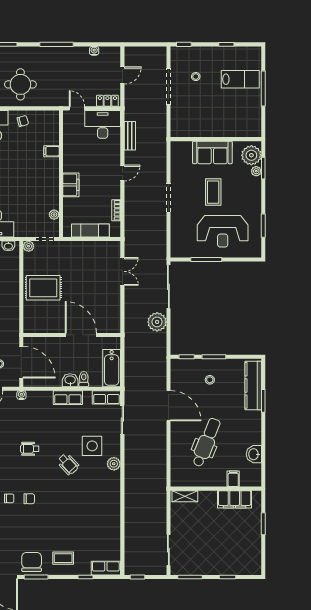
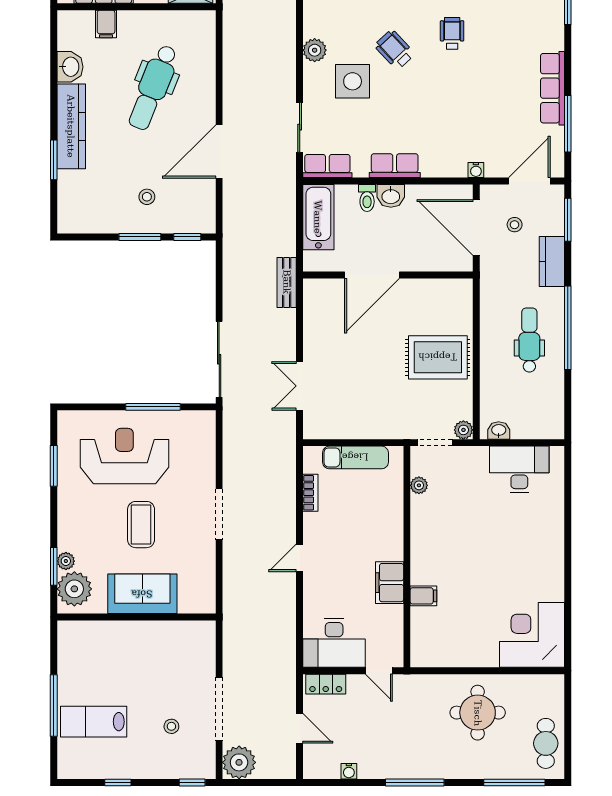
door: (122, 75) -> (300, 728), swing flipped
chair: (23, 121) -> (473, 649), removed
bench: (130, 136) -> (287, 282), moved
filing cabinet: (71, 185) -> (390, 583), moved
plant: (157, 322) -> (239, 762), moved
door: (81, 335) -> (372, 275), hinge flipped
kitchen counter: (253, 385) -> (71, 126), moved
door: (168, 406) -> (219, 151), hinge flipped
wheelchair: (30, 449) -> (452, 33), moved, turned -90

